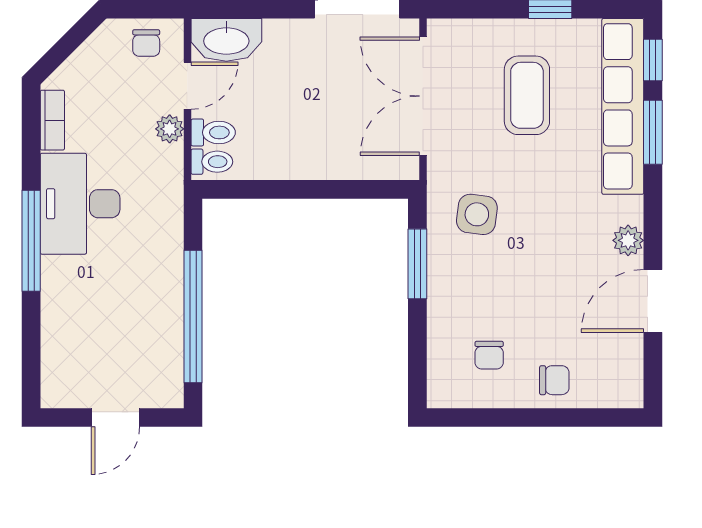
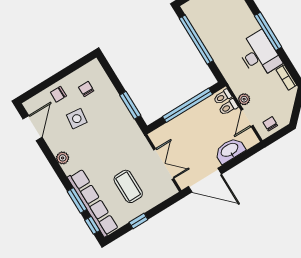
washbasin: (226, 40) -> (230, 150), moved
double door: (423, 96) -> (164, 164), width x0.73
window: (297, 189) -> (187, 105), added
side table: (477, 214) -> (77, 119), moved
door: (653, 301) -> (32, 128), moved

